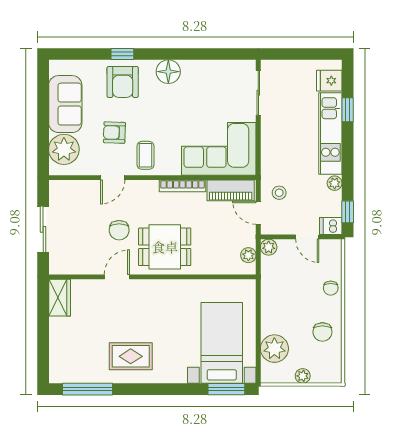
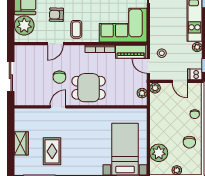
wardrobe: (60, 298) -> (21, 143), moved
rug: (131, 356) -> (52, 151), moved, turned 90

